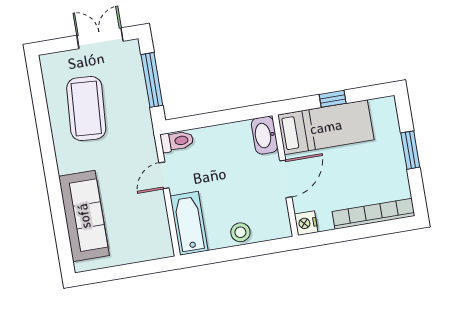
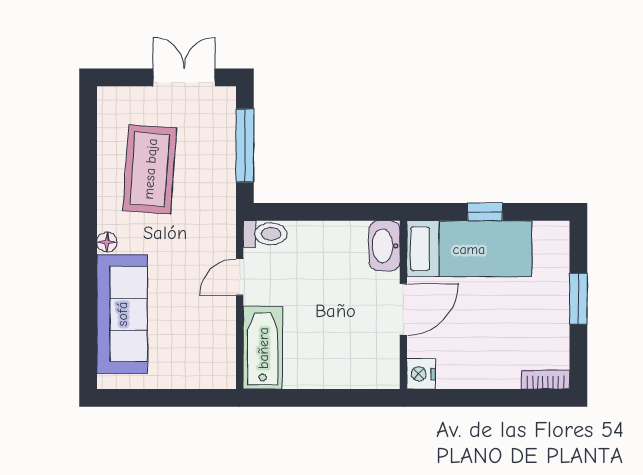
floor lamp: (64, 166) -> (107, 242), added
bookcase: (373, 214) -> (546, 380), width x0.43, depth x0.76
stool: (240, 232) -> (330, 371), removed

